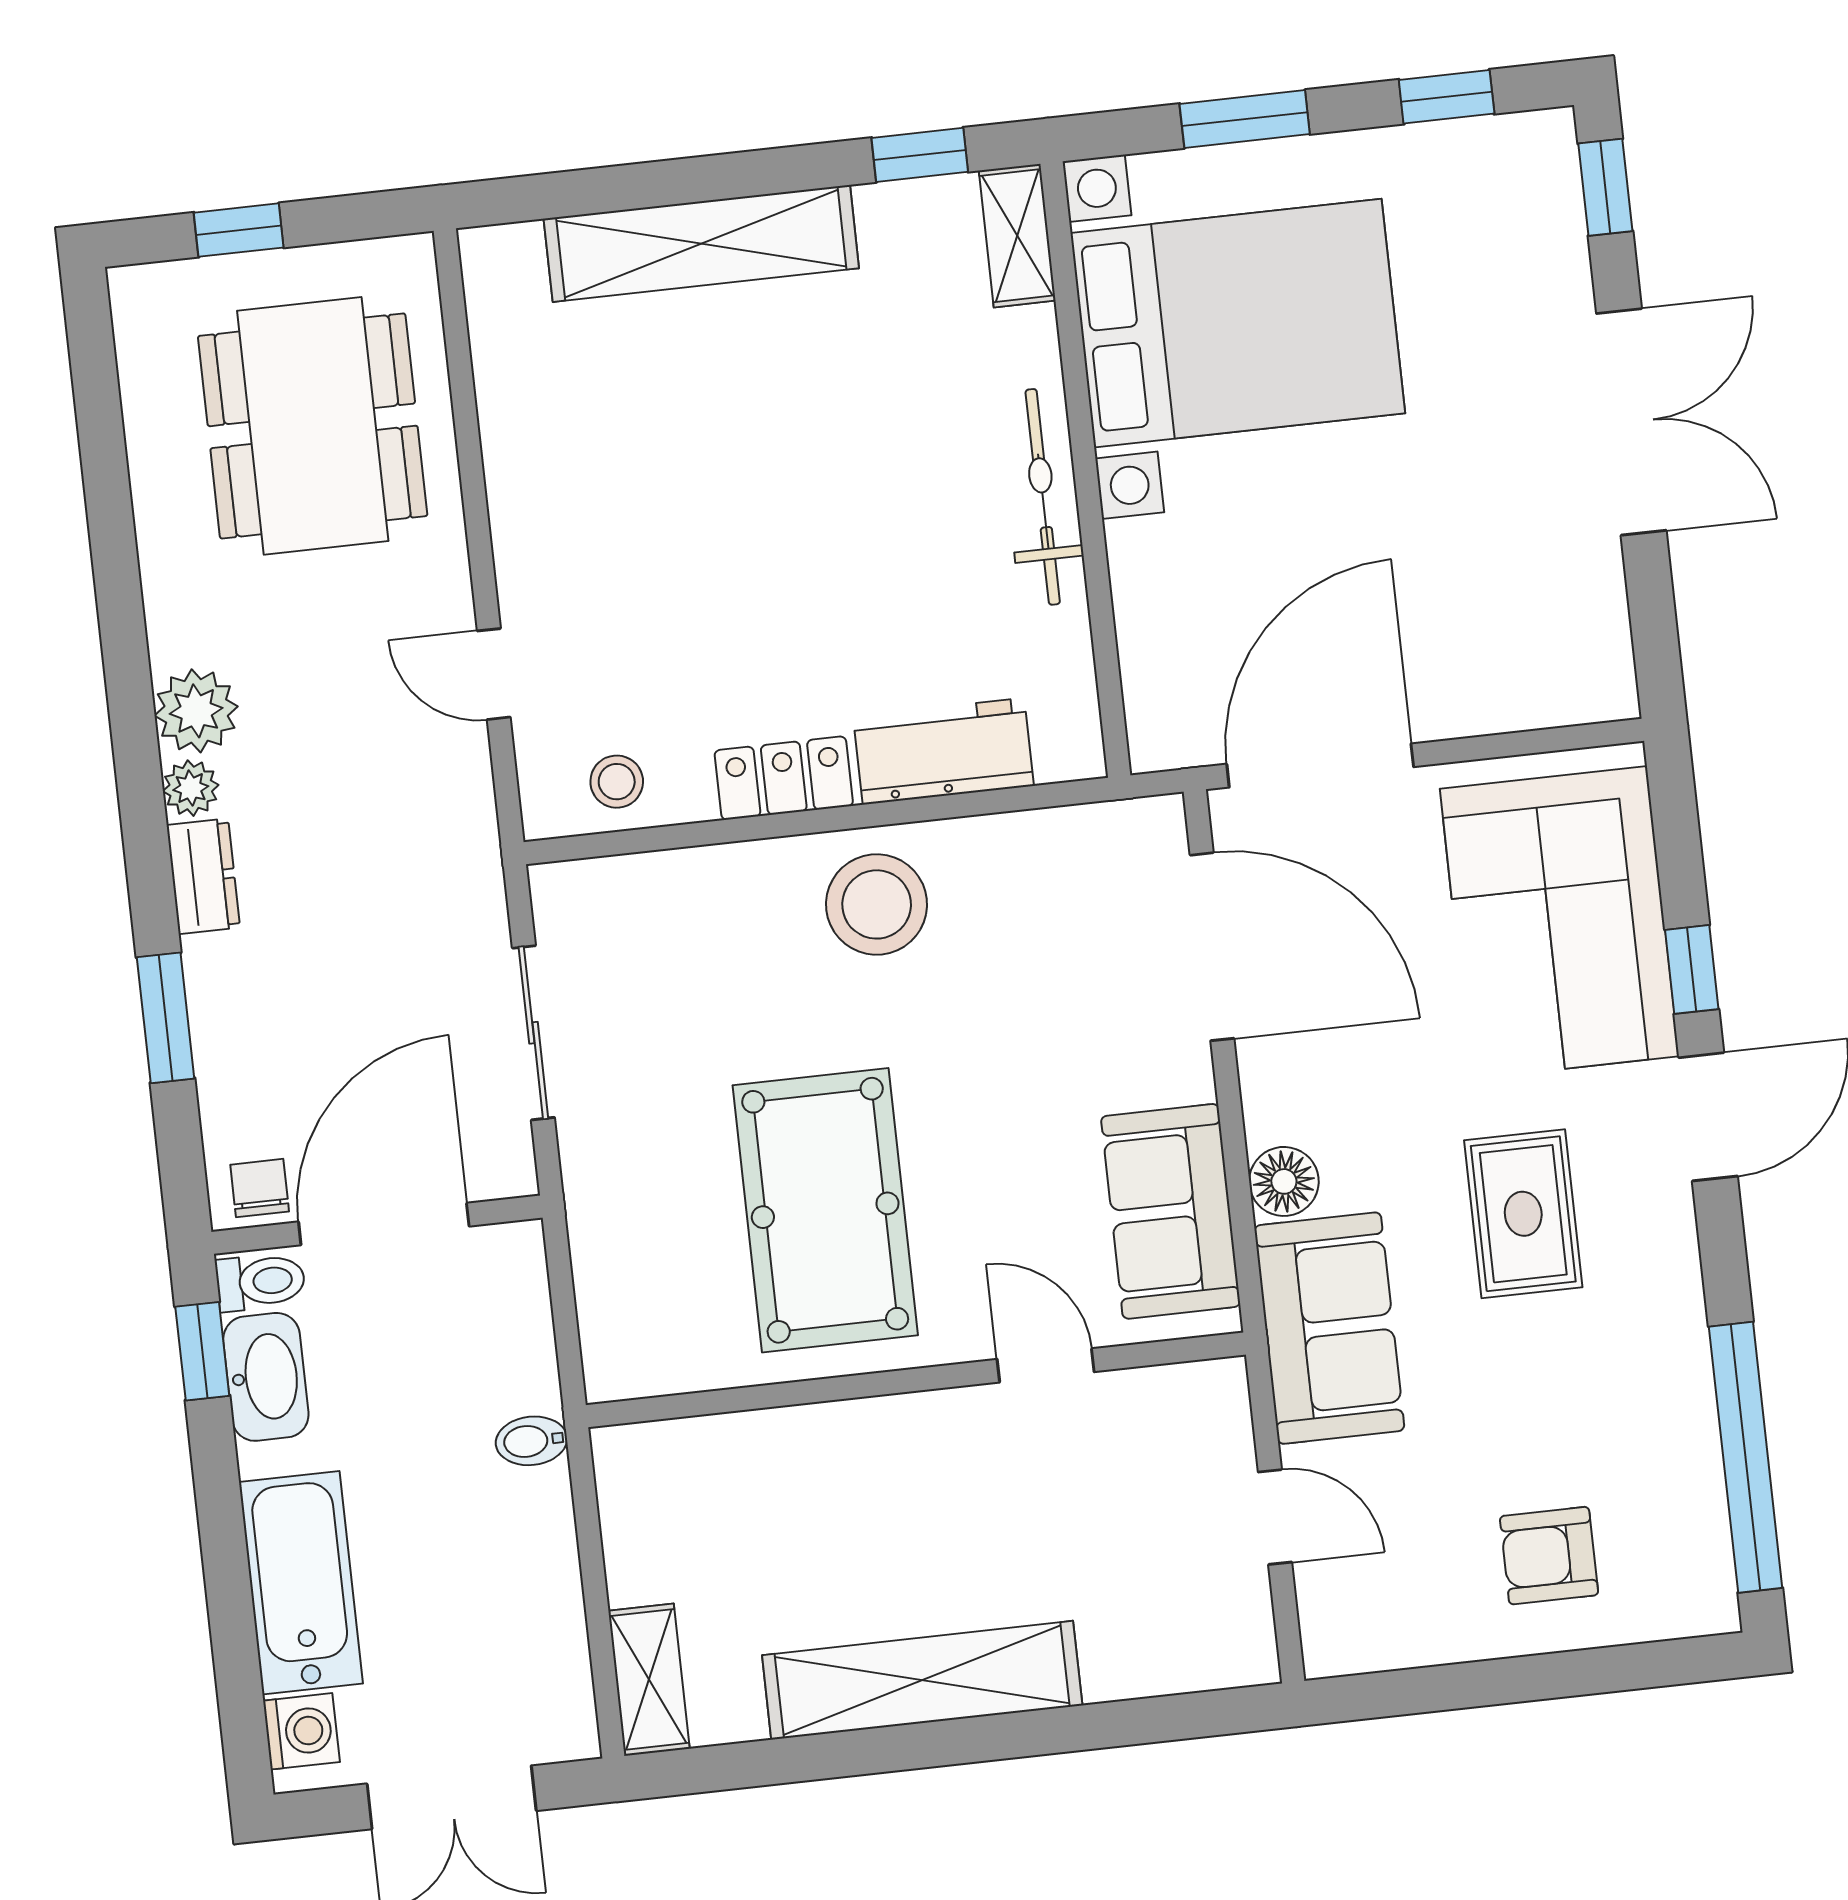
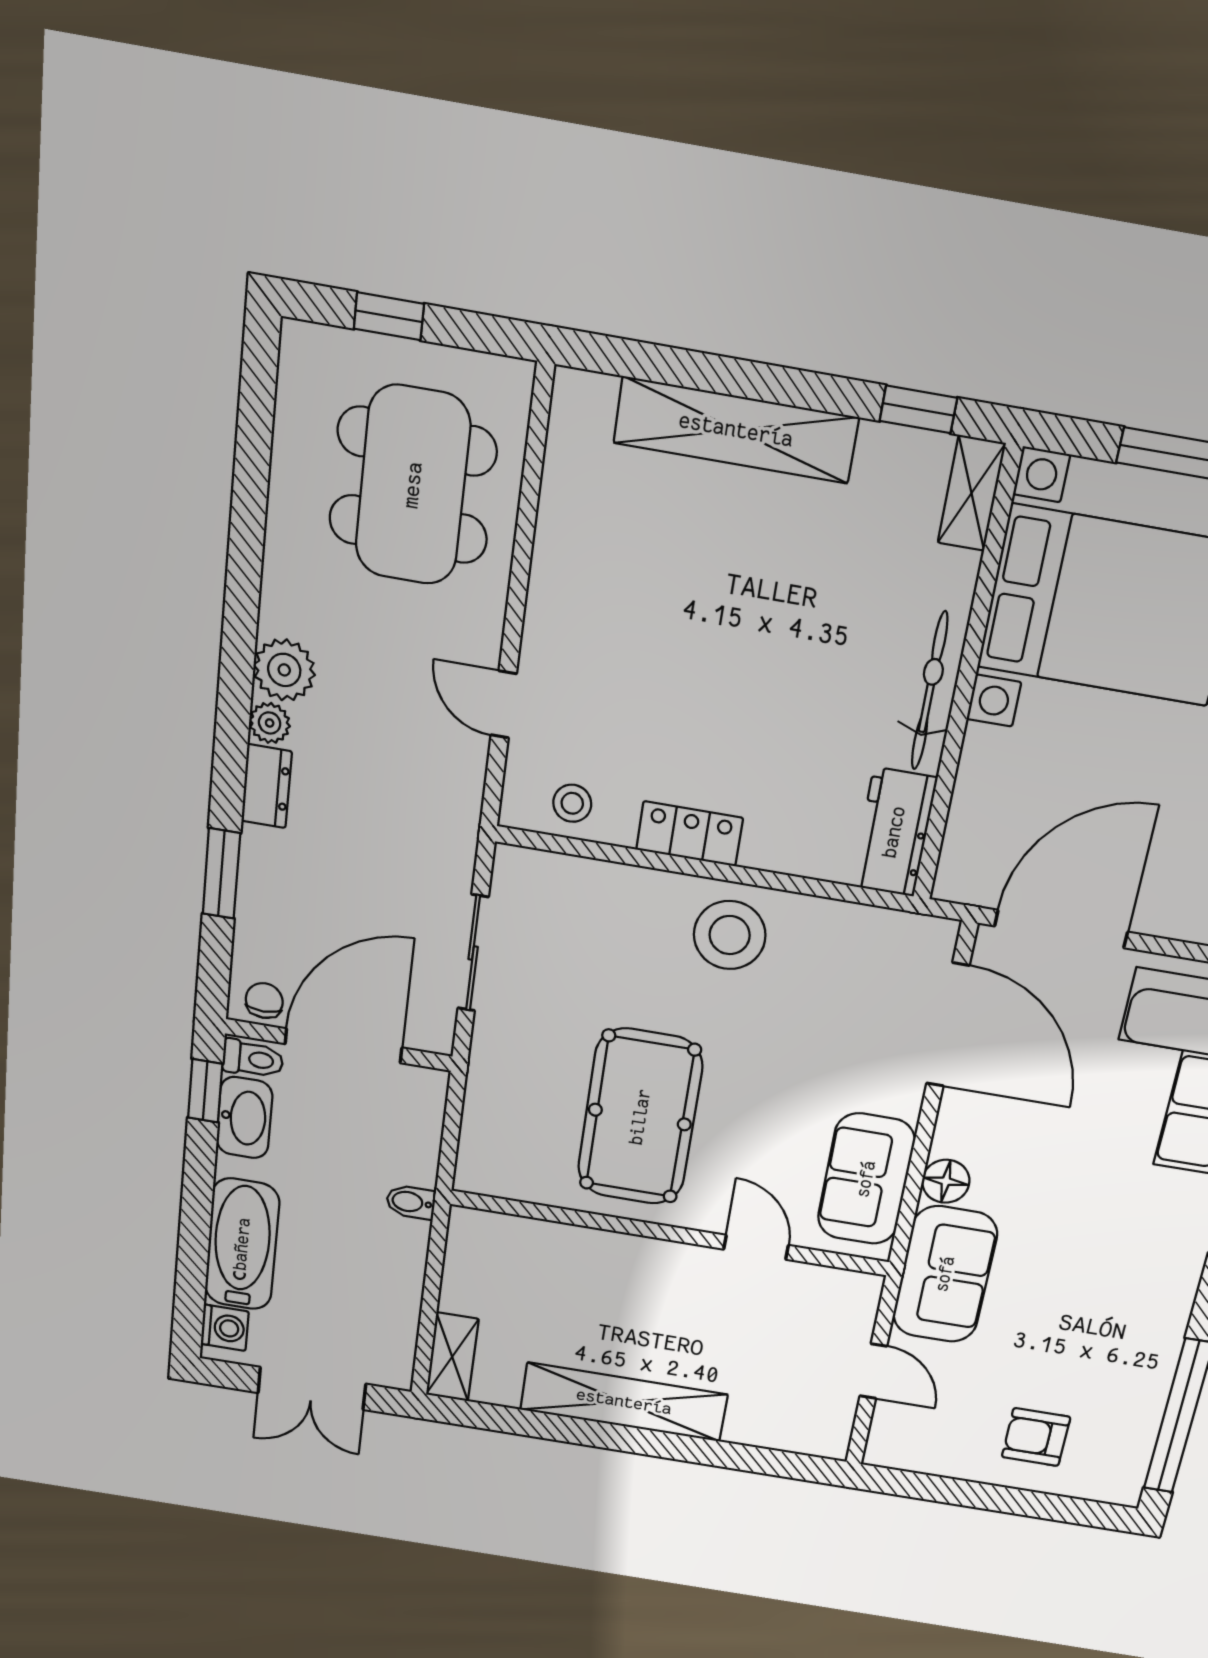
workbench: (943, 751) -> (894, 832), moved, turned -90
rug: (1523, 1214) -> (1093, 1242), removed

